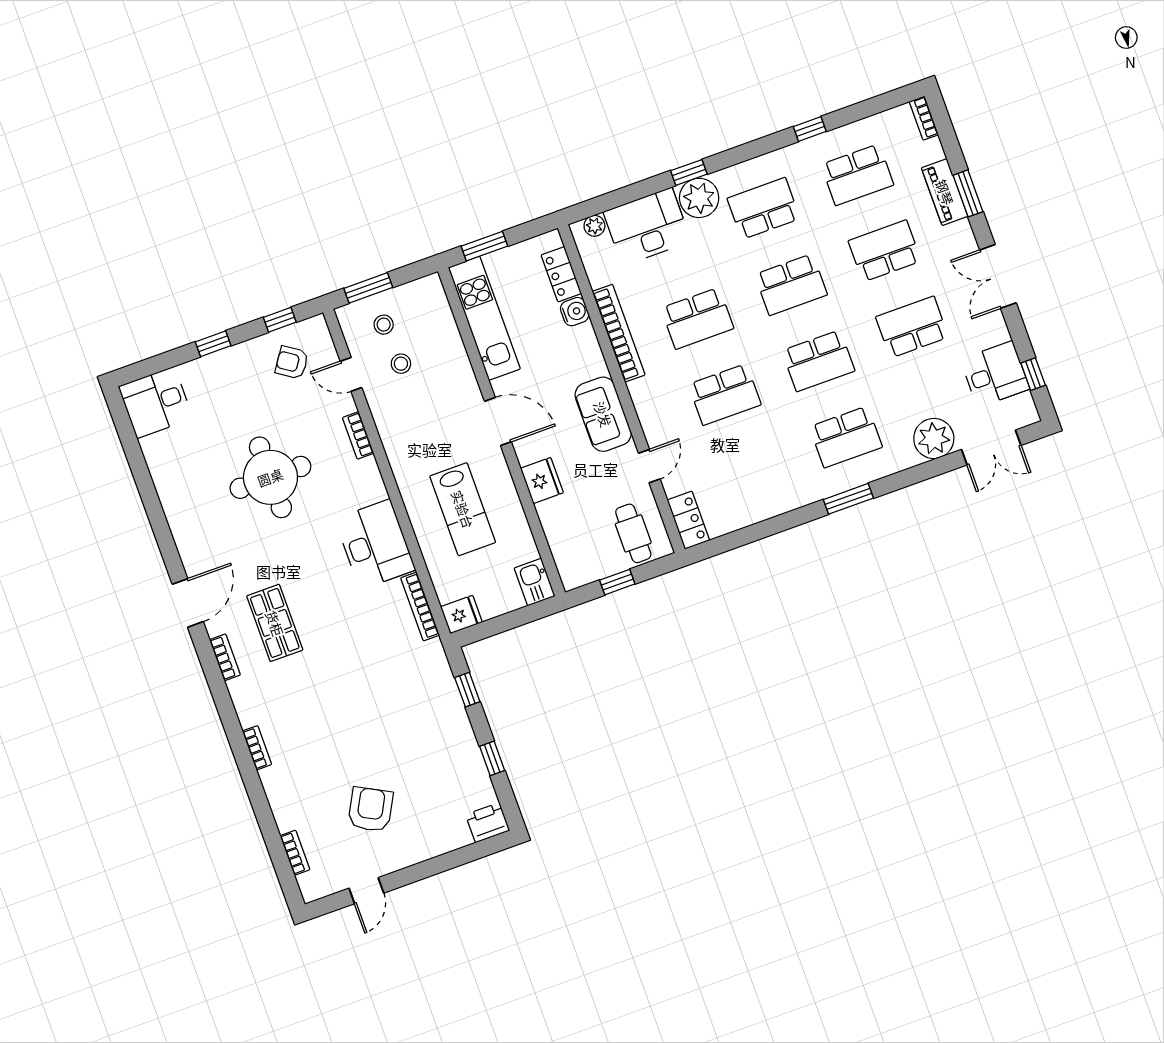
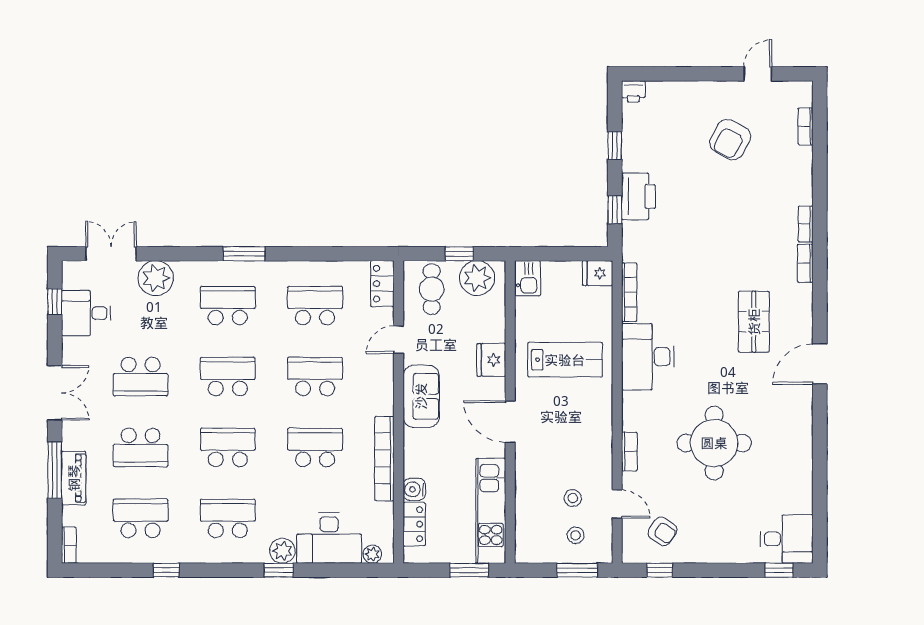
window: (968, 193) -> (55, 470), width x1.44
plant: (699, 198) -> (282, 551), width x0.73, depth x0.73
school desk: (764, 208) -> (228, 518), turned 180
window: (213, 344) -> (779, 570), moved
school desk: (752, 471) -> (315, 306), added
lab bench: (463, 509) -> (565, 360), turned 90
plant: (589, 563) -> (477, 278), added
bookcase: (225, 657) -> (805, 263), moved
printer: (447, 713) -> (638, 196), added
printer: (488, 823) -> (633, 91), width x0.73, depth x0.81

